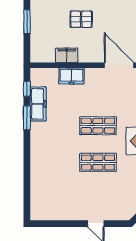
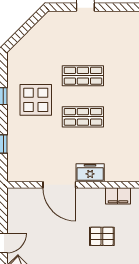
freezer: (72, 76) -> (90, 173), moved

